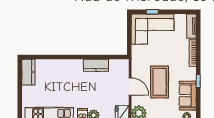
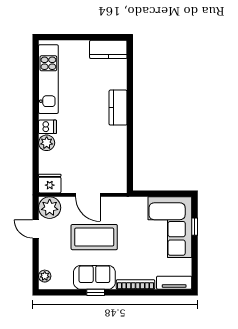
kitchen counter: (96, 65) -> (118, 108), moved
door: (130, 86) -> (88, 195), hinge flipped
sofa: (188, 96) -> (94, 277), moved

